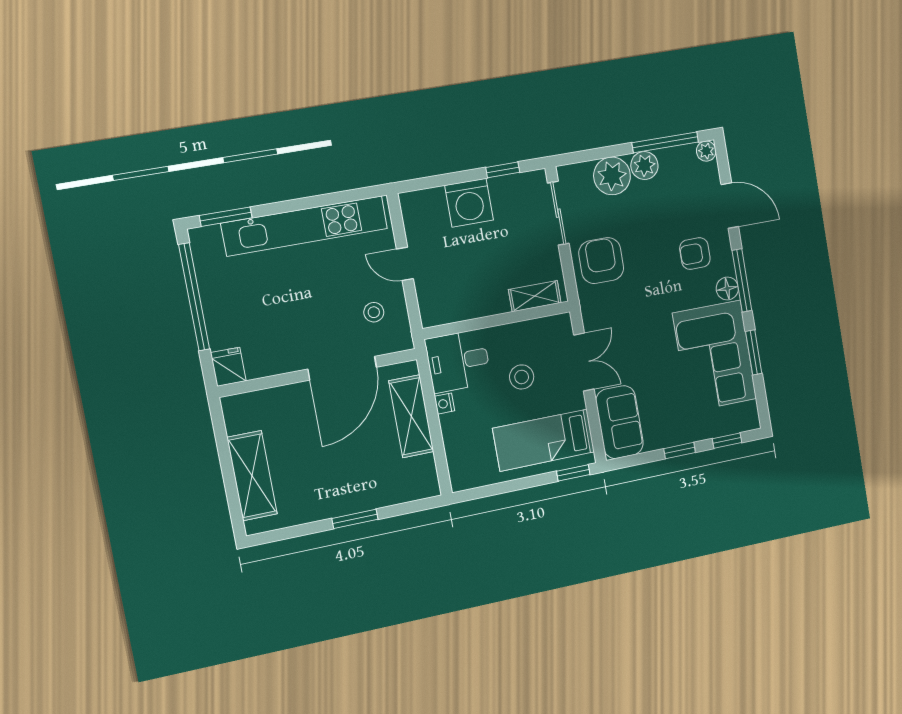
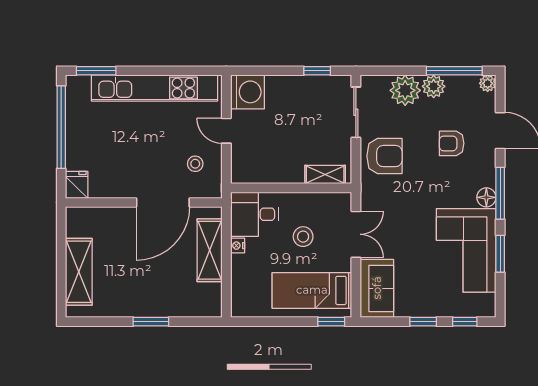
washing machine: (469, 203) -> (247, 92), moved, turned -90
armchair: (695, 254) -> (452, 143), moved
armchair: (601, 261) -> (384, 156), turned 90

